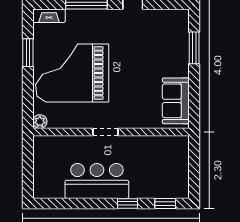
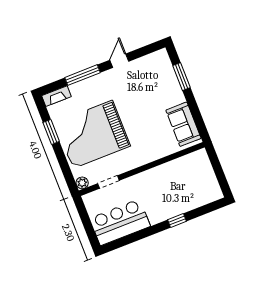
doorway: (106, 132) -> (108, 182), moved
bar counter: (97, 181) -> (120, 222), moved
window: (165, 204) -> (207, 209), removed

